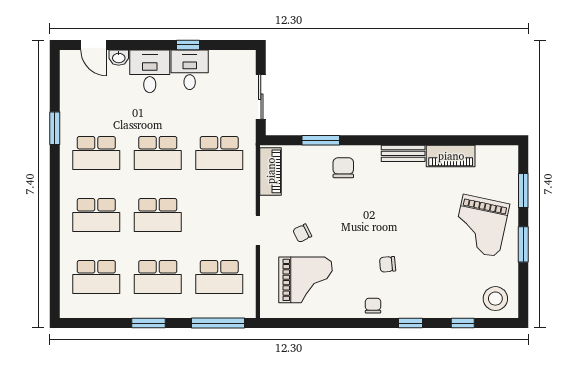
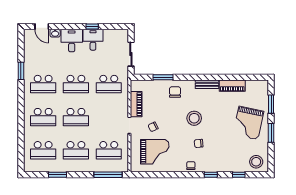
piano: (271, 171) -> (136, 104), moved
stool: (379, 217) -> (194, 118), added
window: (149, 323) -> (57, 175), moved

